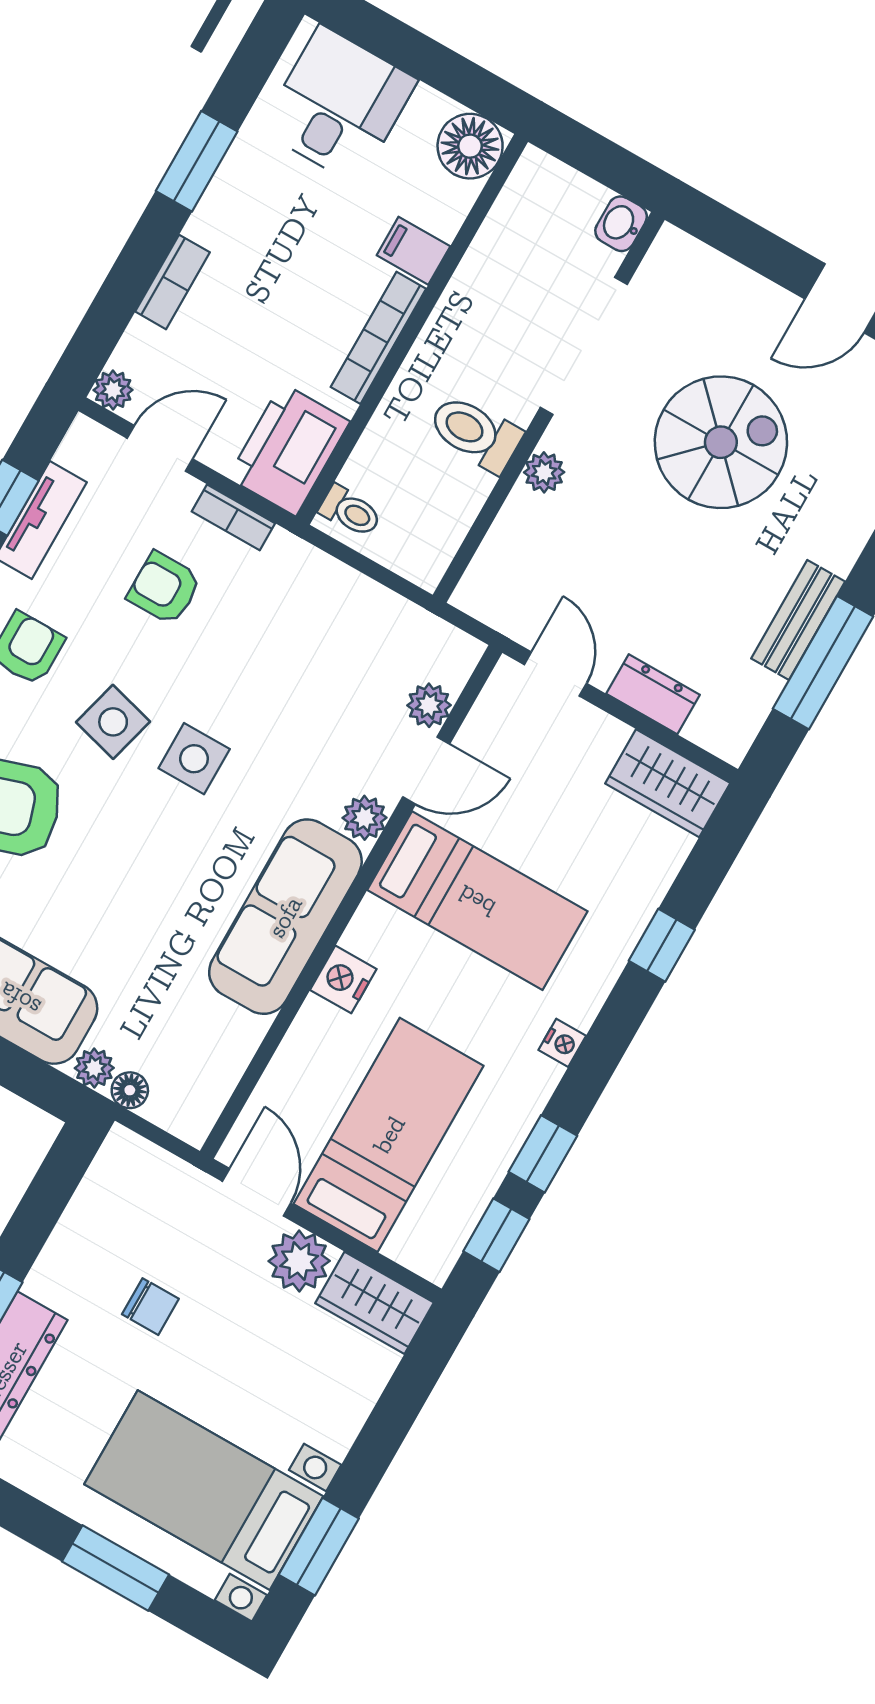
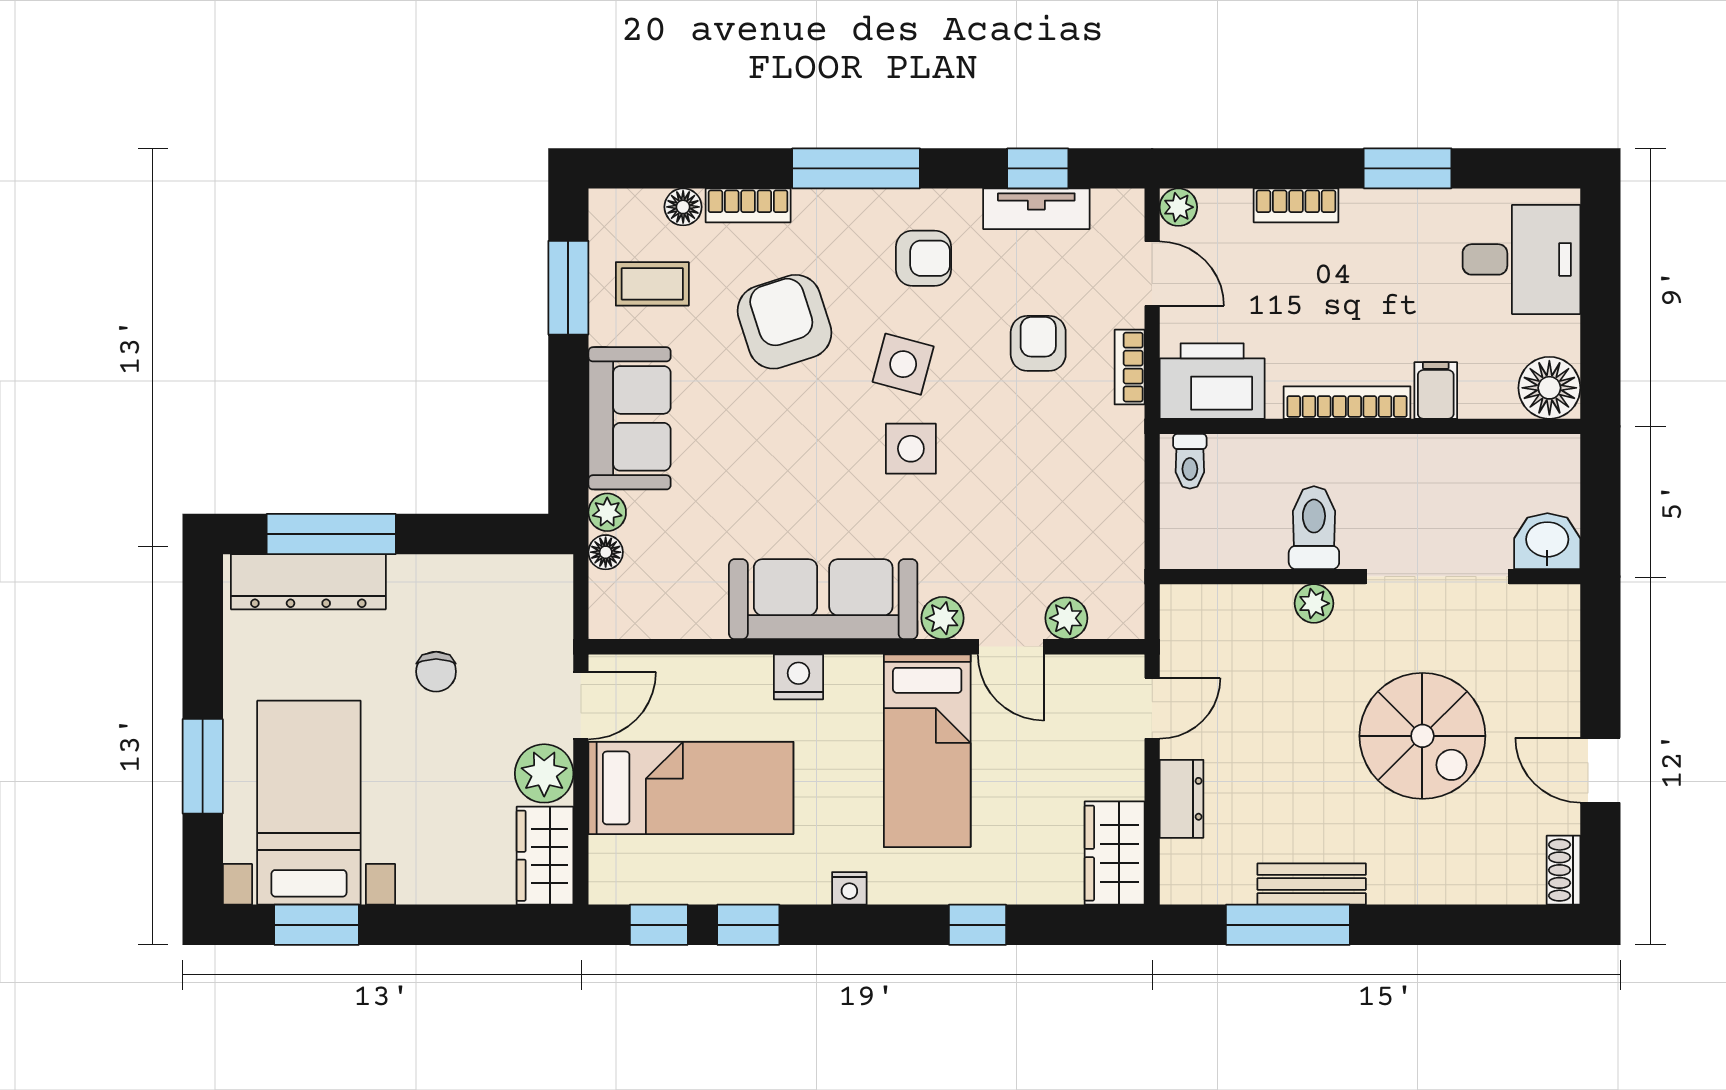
washbasin: (621, 224) -> (1547, 541), width x1.38, depth x1.45

